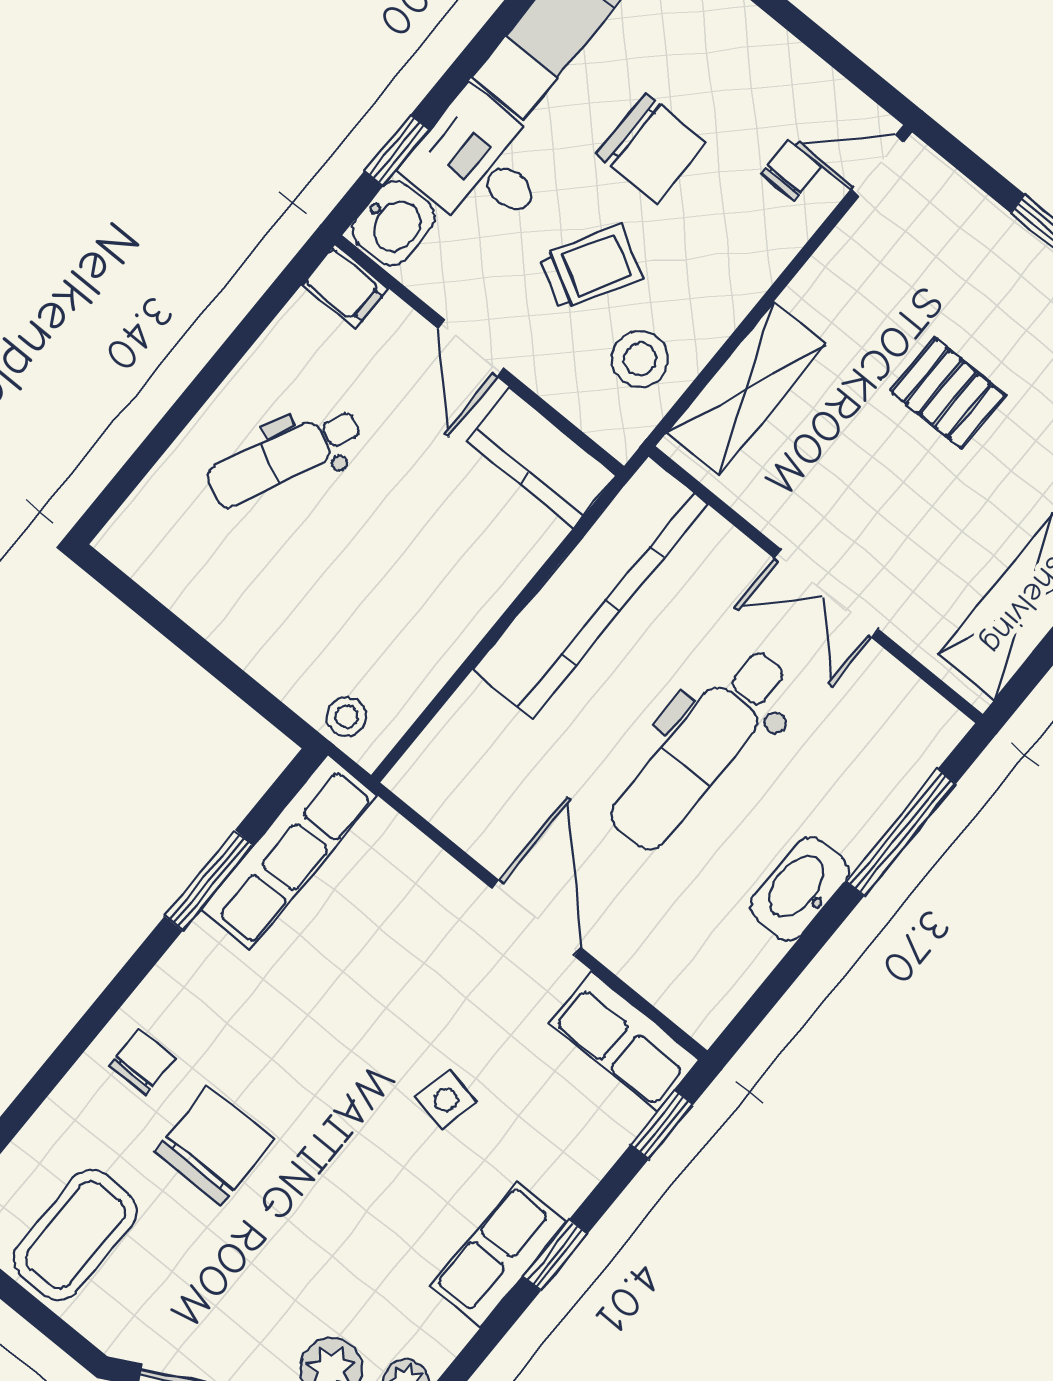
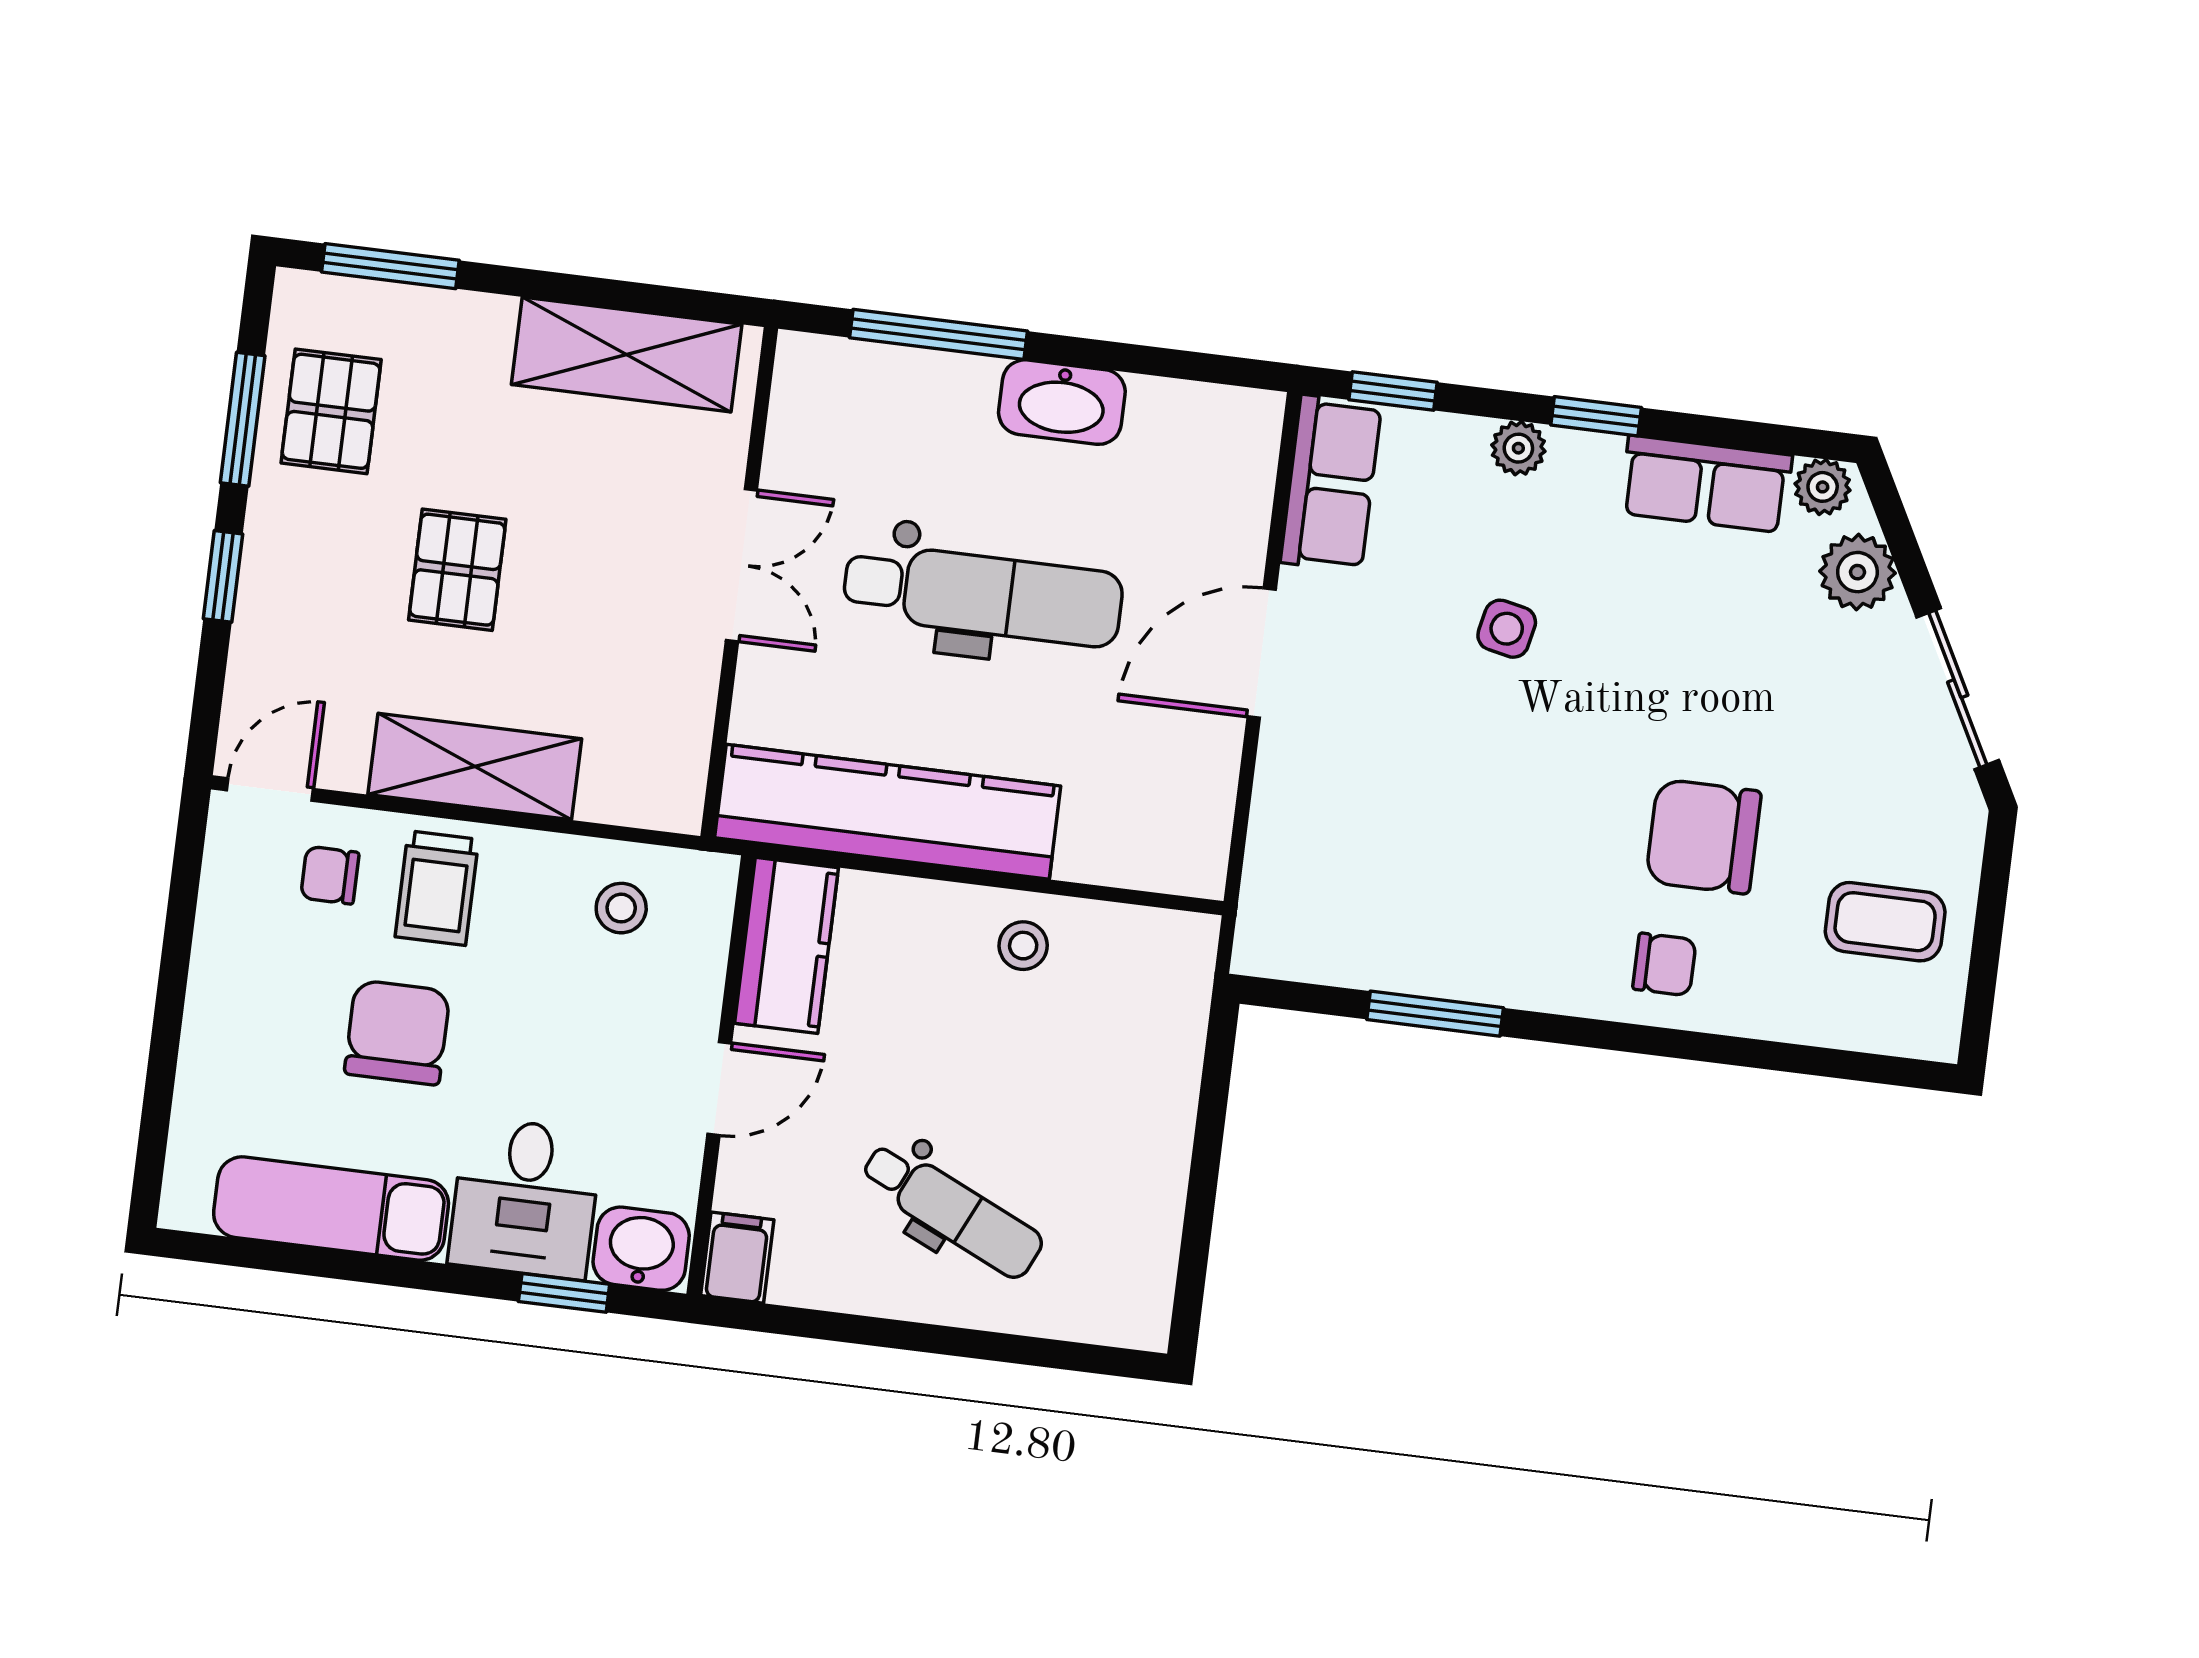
door: (877, 166) -> (270, 790), swing flipped
trolley: (591, 267) -> (437, 888), moved, turned -119
stool: (640, 359) -> (621, 908), width x0.73, depth x0.73
shelving: (746, 389) -> (475, 767), moved
stool: (347, 717) -> (1023, 946), moved
row of seats: (289, 852) -> (1354, 950), removed
chair: (142, 1062) -> (1664, 964), turned 180
plant: (567, 1187) -> (1518, 448), added
coffee table: (75, 1235) -> (1885, 922), width x0.73, depth x0.77
row of seats: (499, 1254) -> (1706, 484), moved

